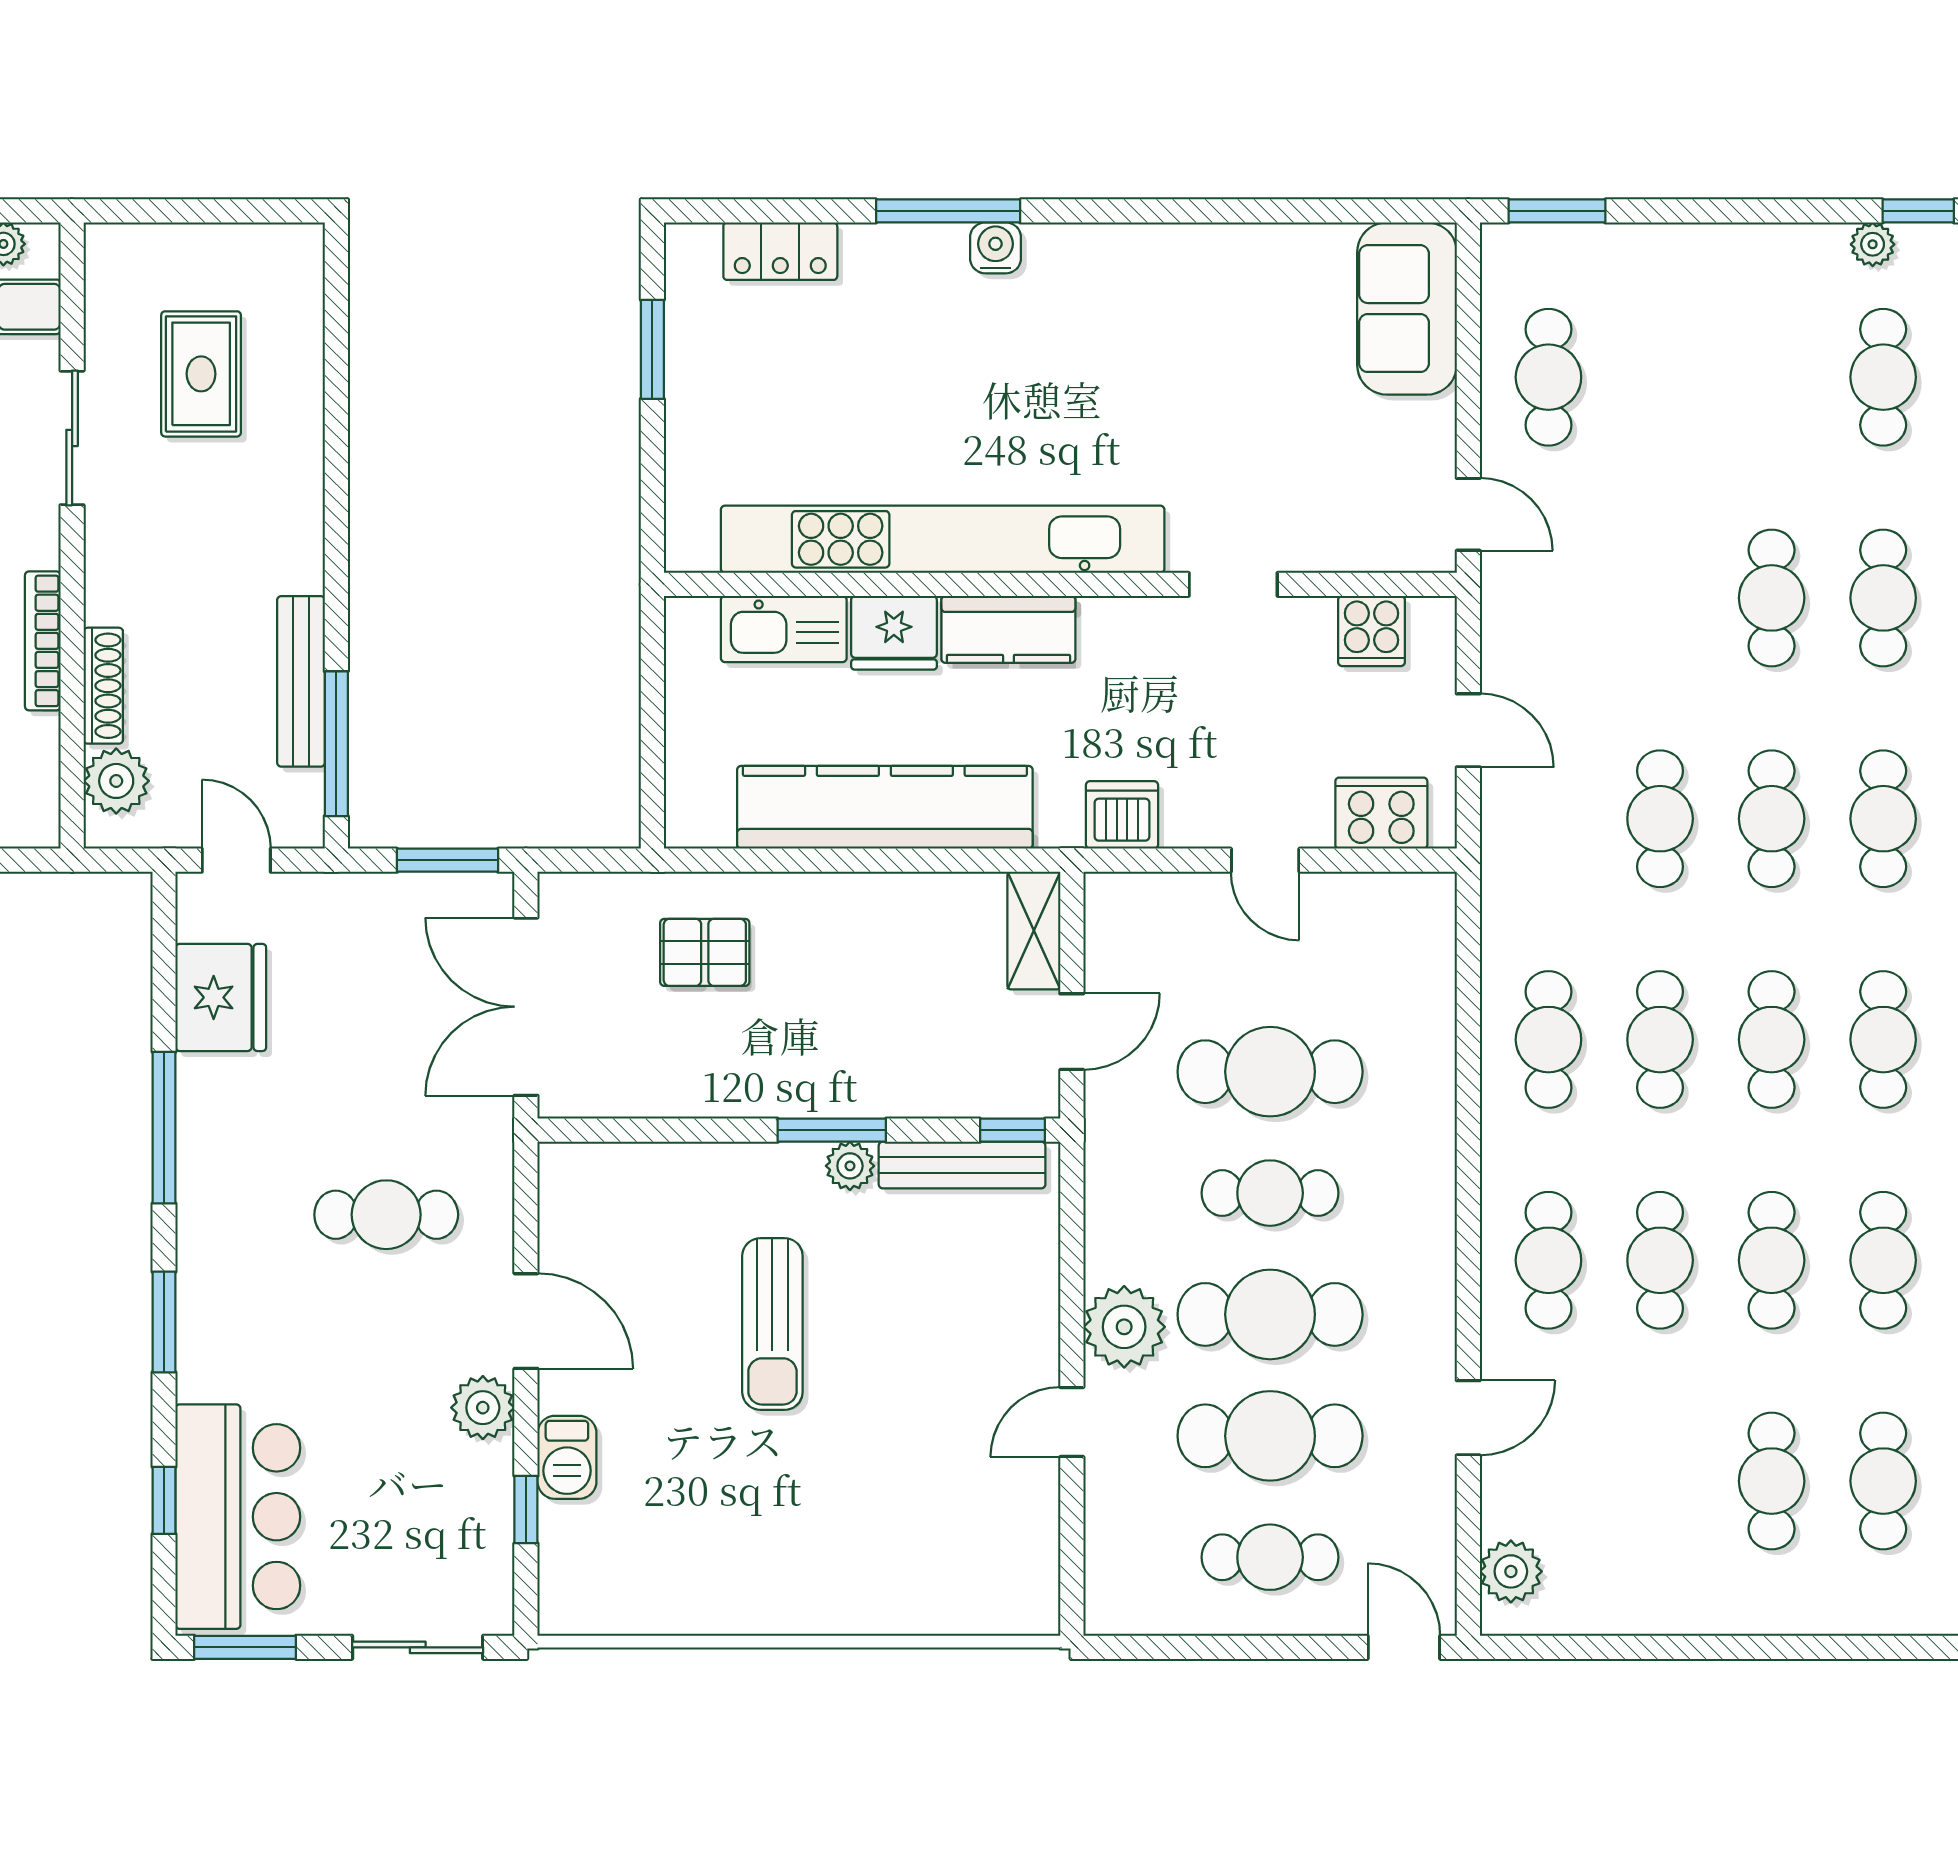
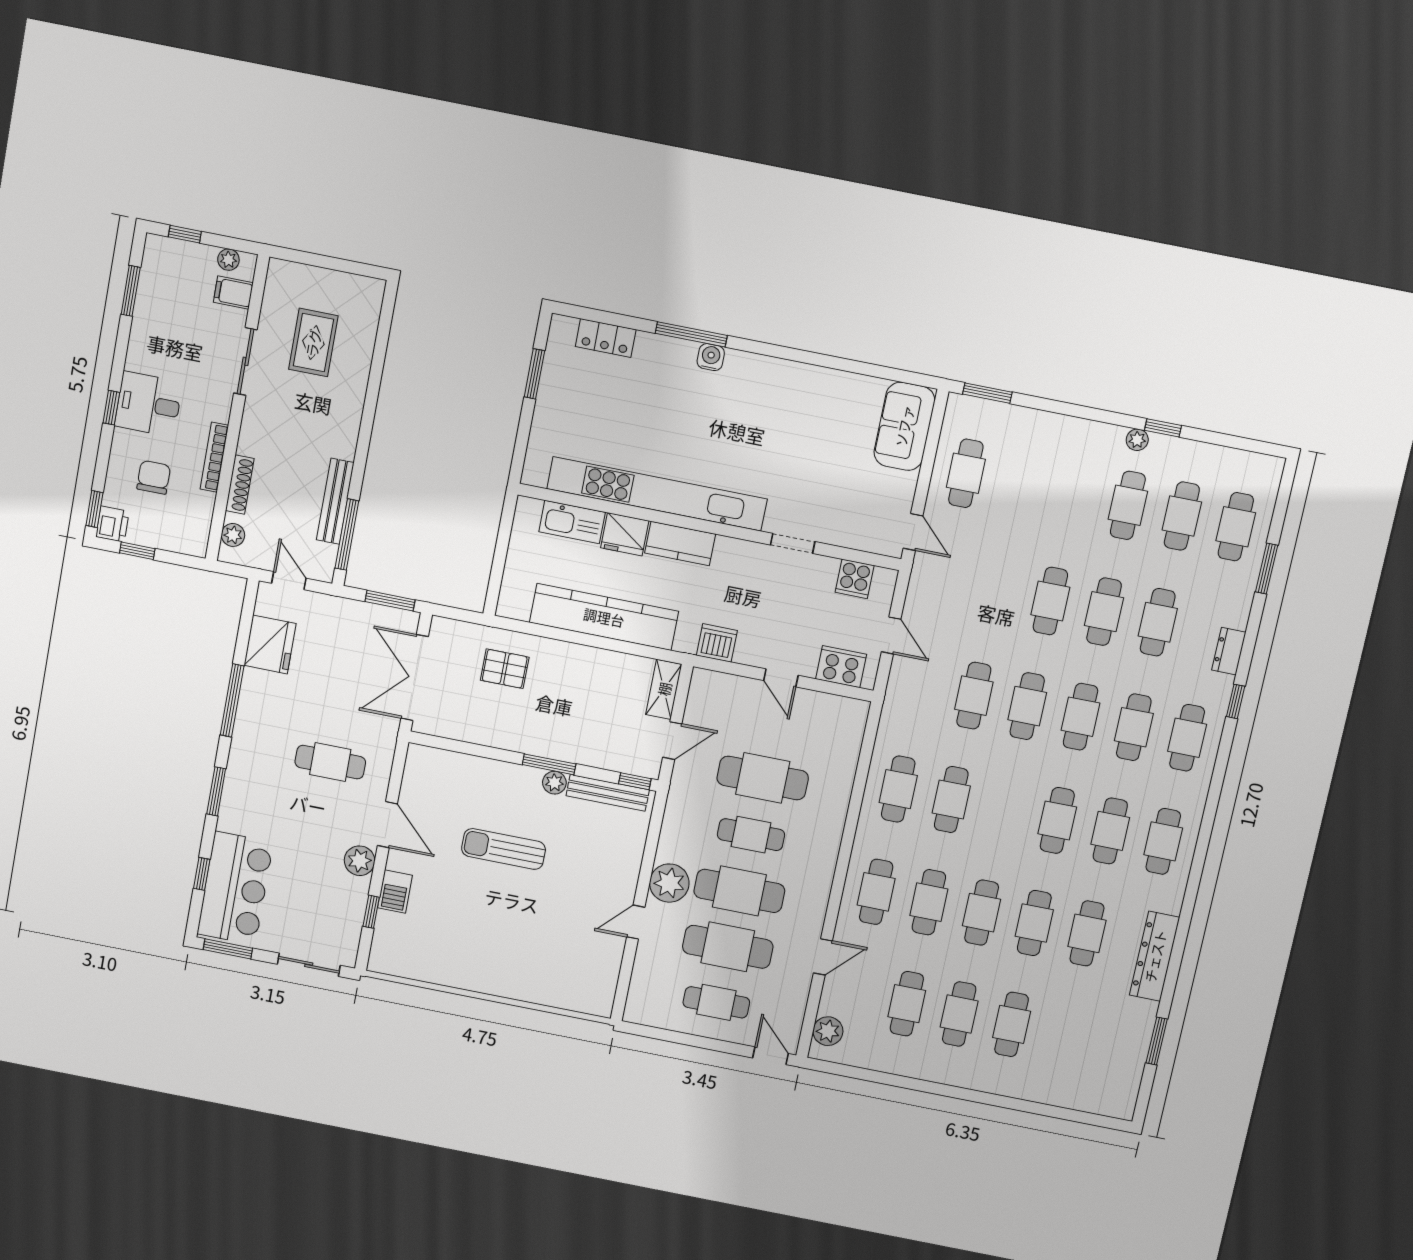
plant: (116, 781) -> (233, 535), width x0.73, depth x0.73
cafe table: (1772, 1040) -> (907, 1004), moved
sun lounger: (772, 1324) -> (504, 849), turned 90

